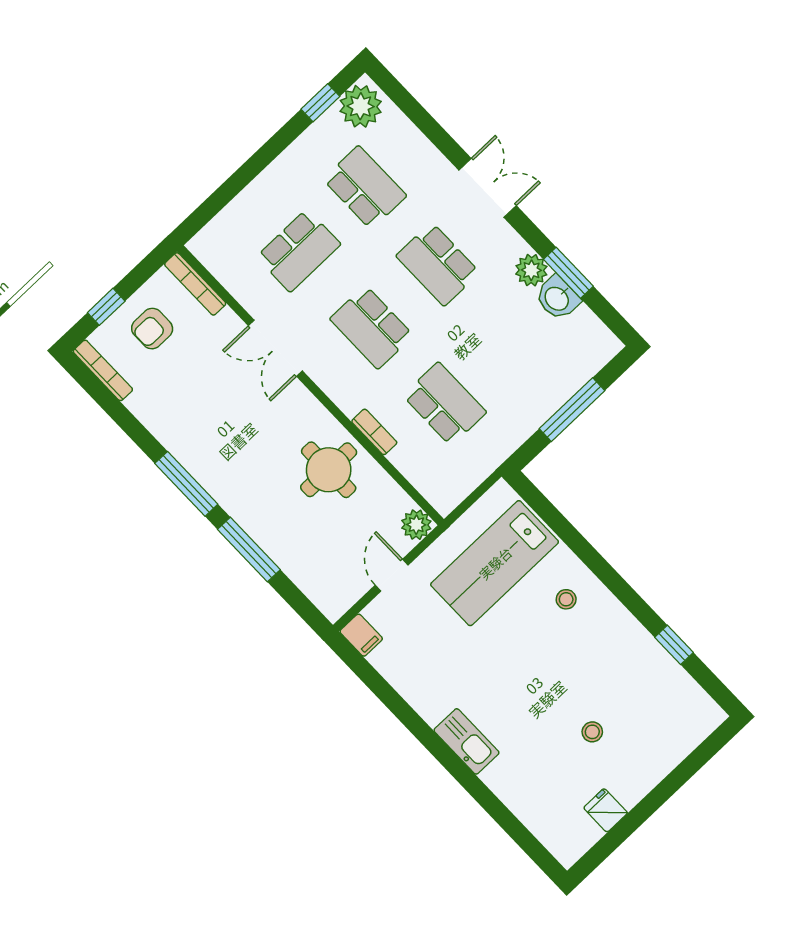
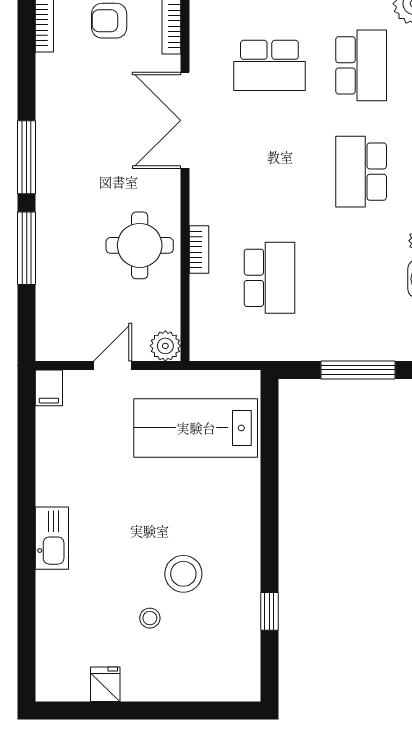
school desk: (372, 327) -> (269, 172), removed
double door: (275, 348) -> (185, 120), width x1.37
stool: (566, 599) -> (183, 574), moved, width x1.89, depth x1.89

